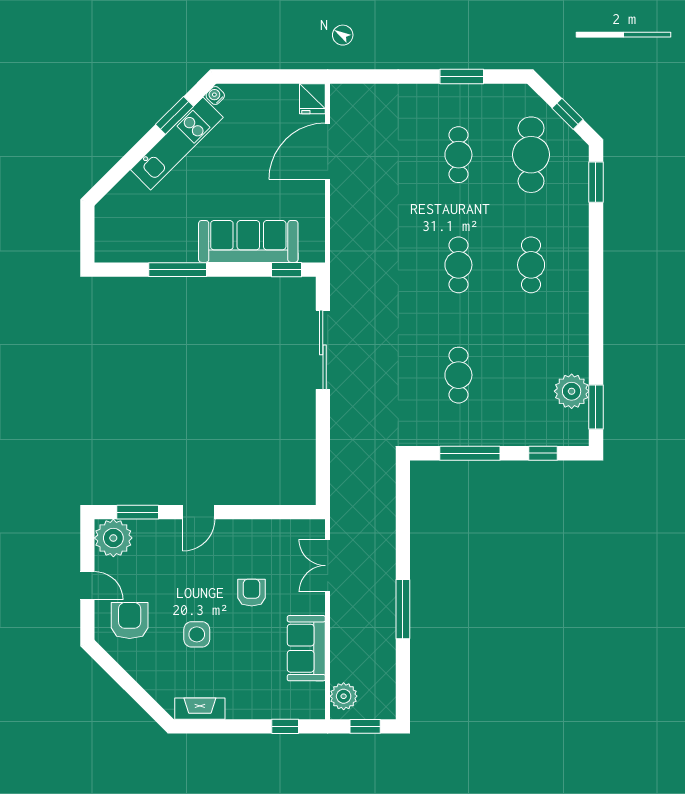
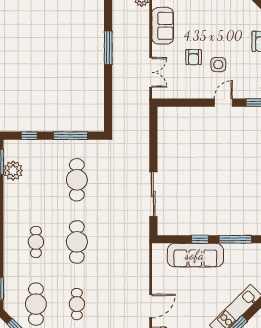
door: (328, 151) -> (151, 306), width x0.73
cafe table: (458, 265) -> (77, 242), width x1.37, depth x1.35
window: (287, 270) -> (200, 239), moved
cafe table: (458, 375) -> (77, 180), width x1.37, depth x1.35
side table: (197, 634) -> (218, 65), moved

